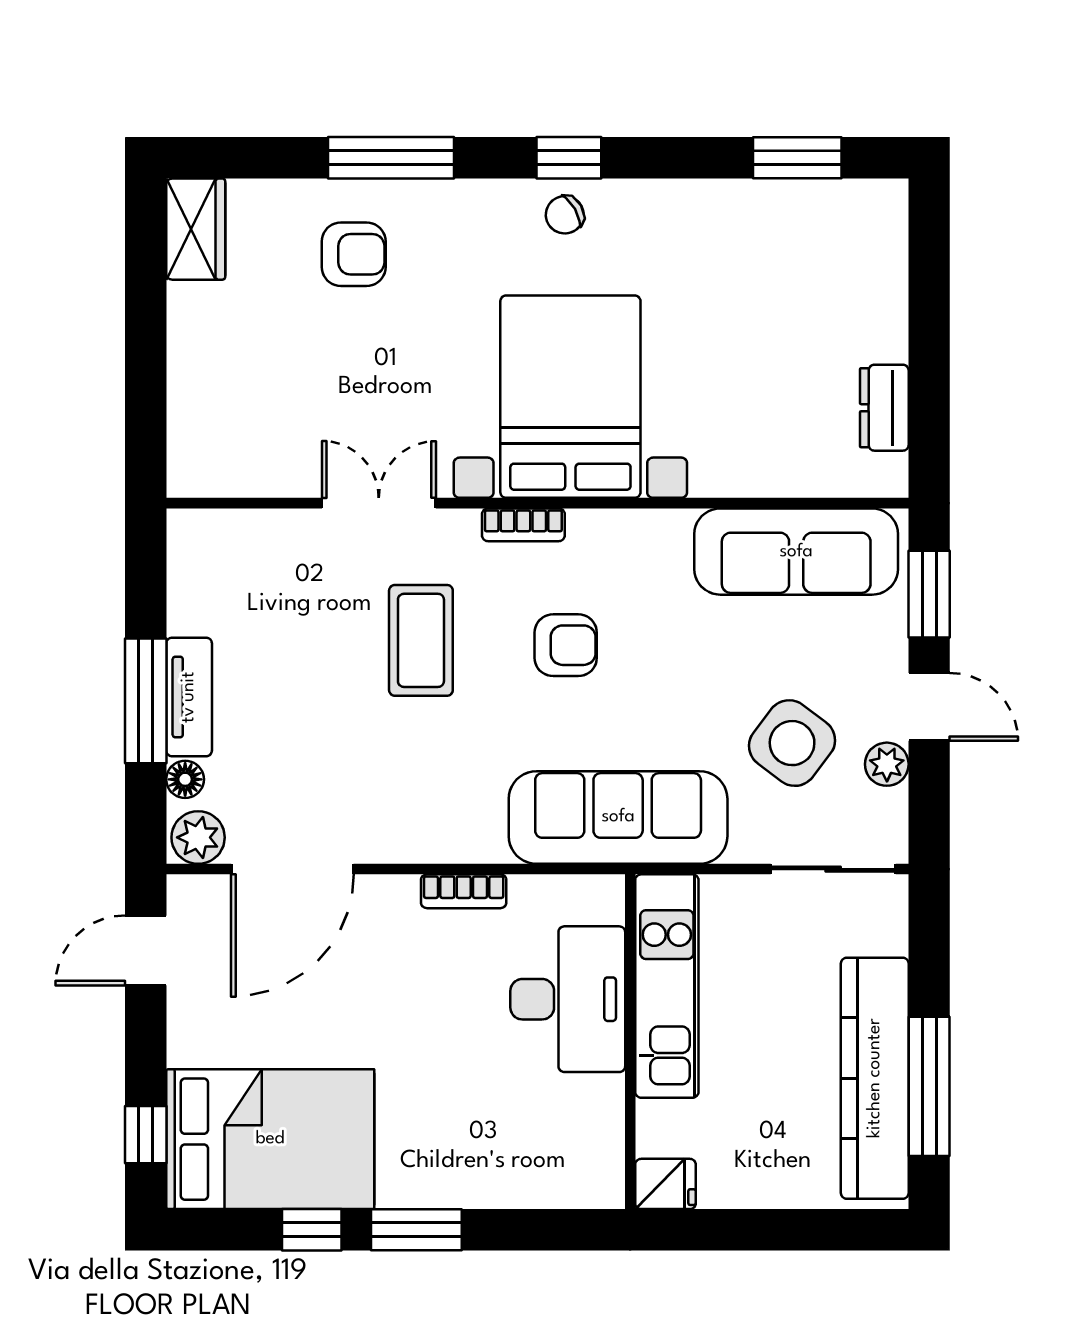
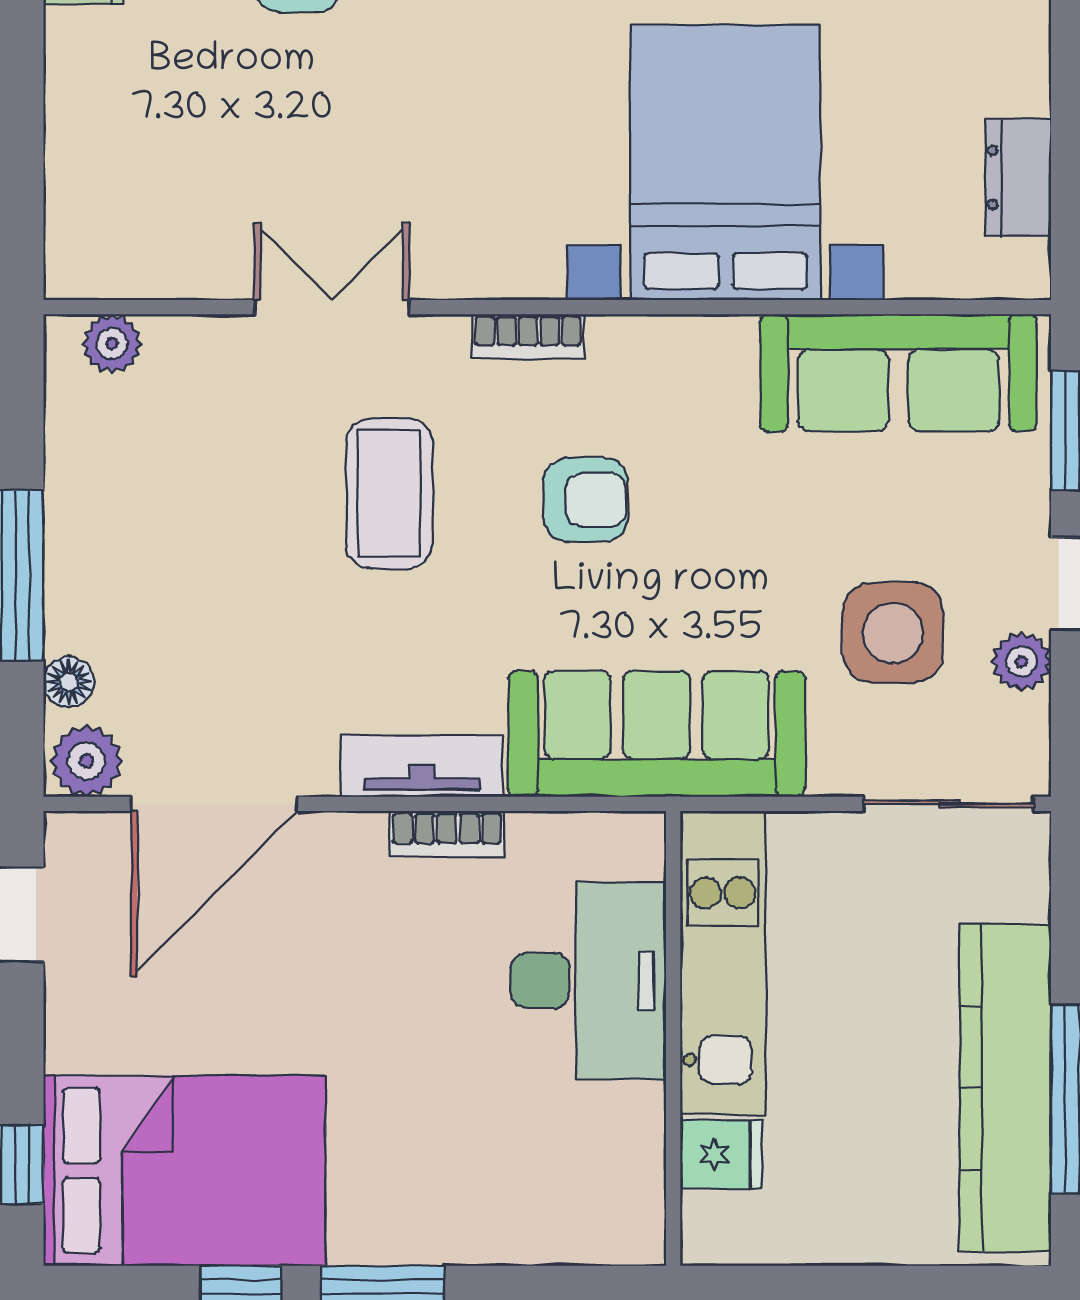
bed with nightstands: (570, 397) -> (725, 162), moved
plant: (217, 530) -> (112, 343), added
tv unit: (189, 697) -> (422, 766), moved, turned -90
side table: (792, 743) -> (893, 633), turned -37
fridge: (665, 1184) -> (721, 1154), moved

